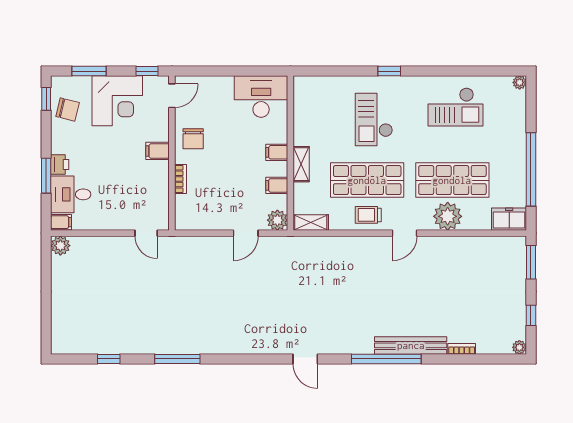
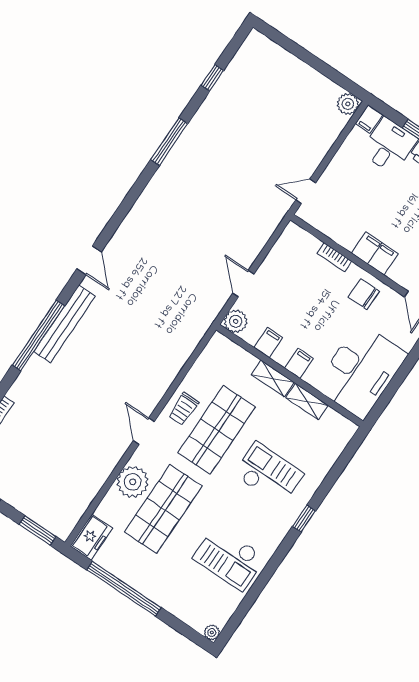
desk: (261, 96) -> (361, 371), width x1.36, depth x1.30
checkout: (456, 107) -> (229, 558), turned -90
filing cabinet: (158, 151) -> (375, 253), width x2.00
trolley: (368, 215) -> (184, 409), turned 180
shelving: (311, 223) -> (307, 402), moved, turned 90
bench: (411, 345) -> (65, 324), moved
door: (305, 359) -> (89, 260), swing flipped

